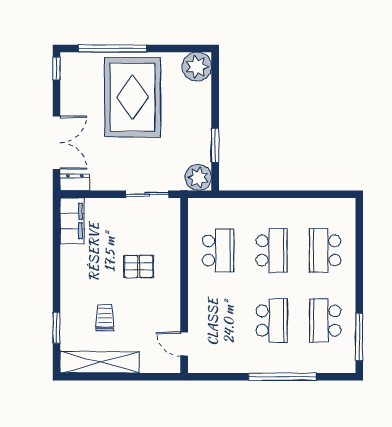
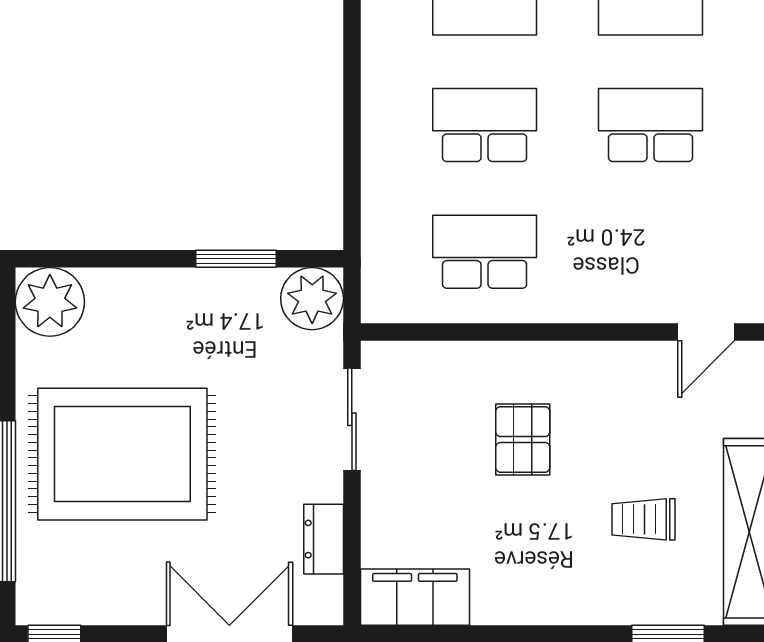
dresser: (75, 182) -> (324, 539), moved

